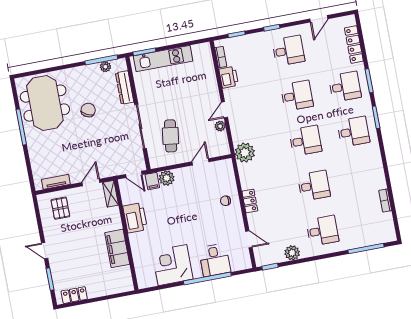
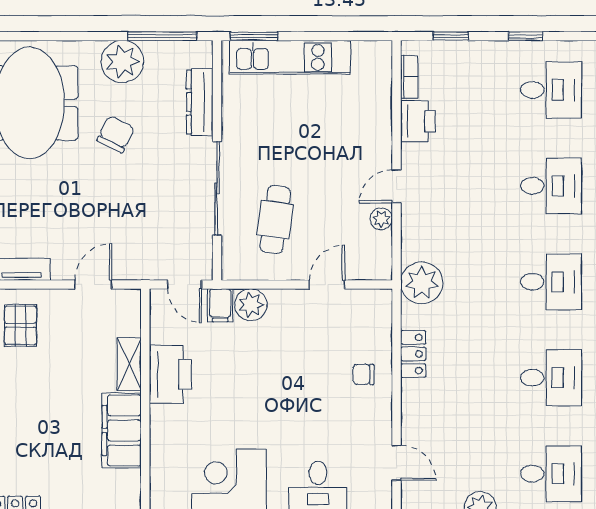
plant: (105, 67) -> (122, 62), moved, width x1.87, depth x1.87
shelving: (111, 194) -> (129, 364), moved
locker: (250, 201) -> (413, 354), moved

